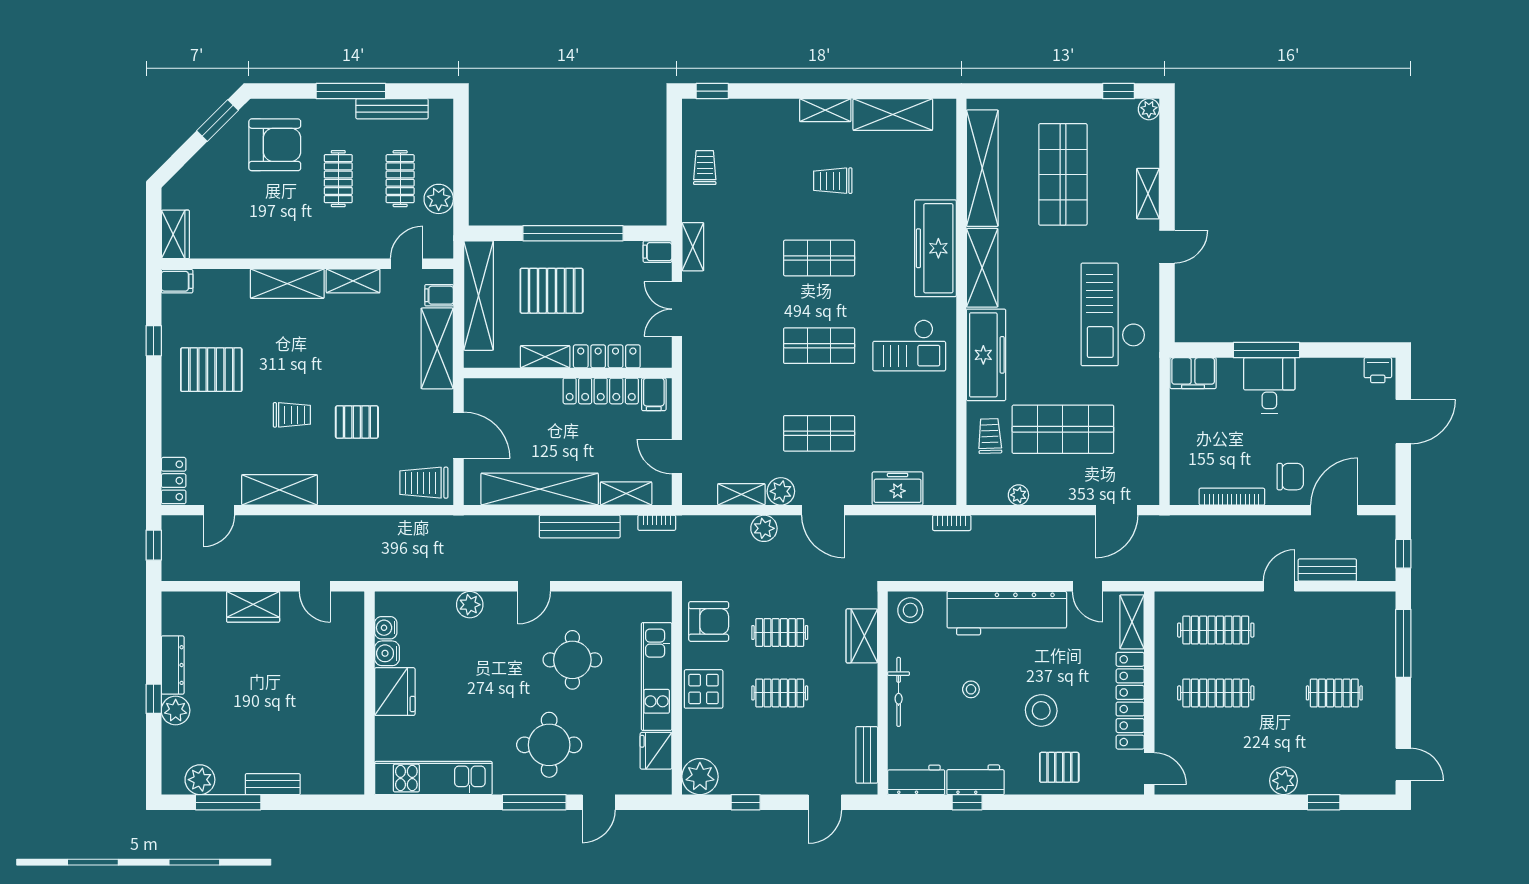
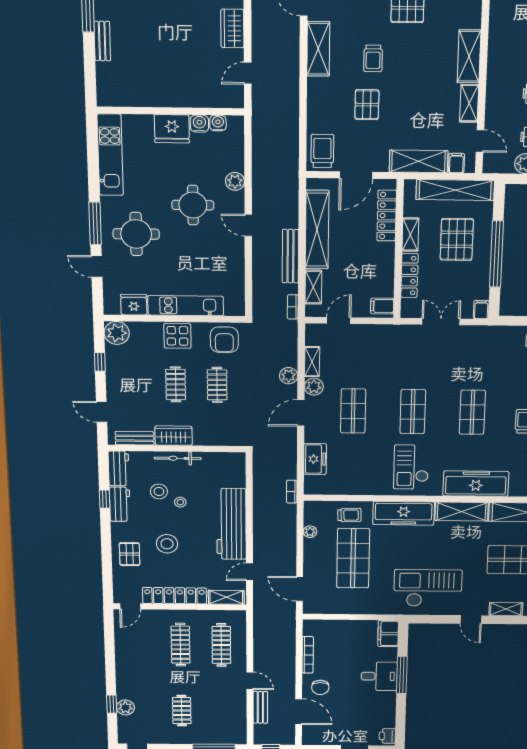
shelving: (693, 247) -> (484, 332), removed
locker: (601, 391) -> (387, 216), moved
stool: (910, 610) -> (159, 492), moved
wardrobe: (862, 636) -> (174, 436), moved
round table: (572, 660) -> (193, 205), moved
plant: (1284, 781) -> (125, 708), moved

